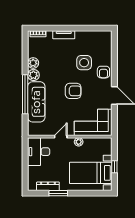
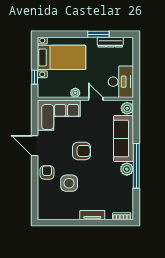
plant: (33, 63) -> (127, 108), moved
armchair: (73, 91) -> (82, 151), turned 180
window: (25, 94) -> (136, 166), moved
door: (61, 137) -> (96, 99), swing flipped
window: (114, 167) -> (35, 77), moved

